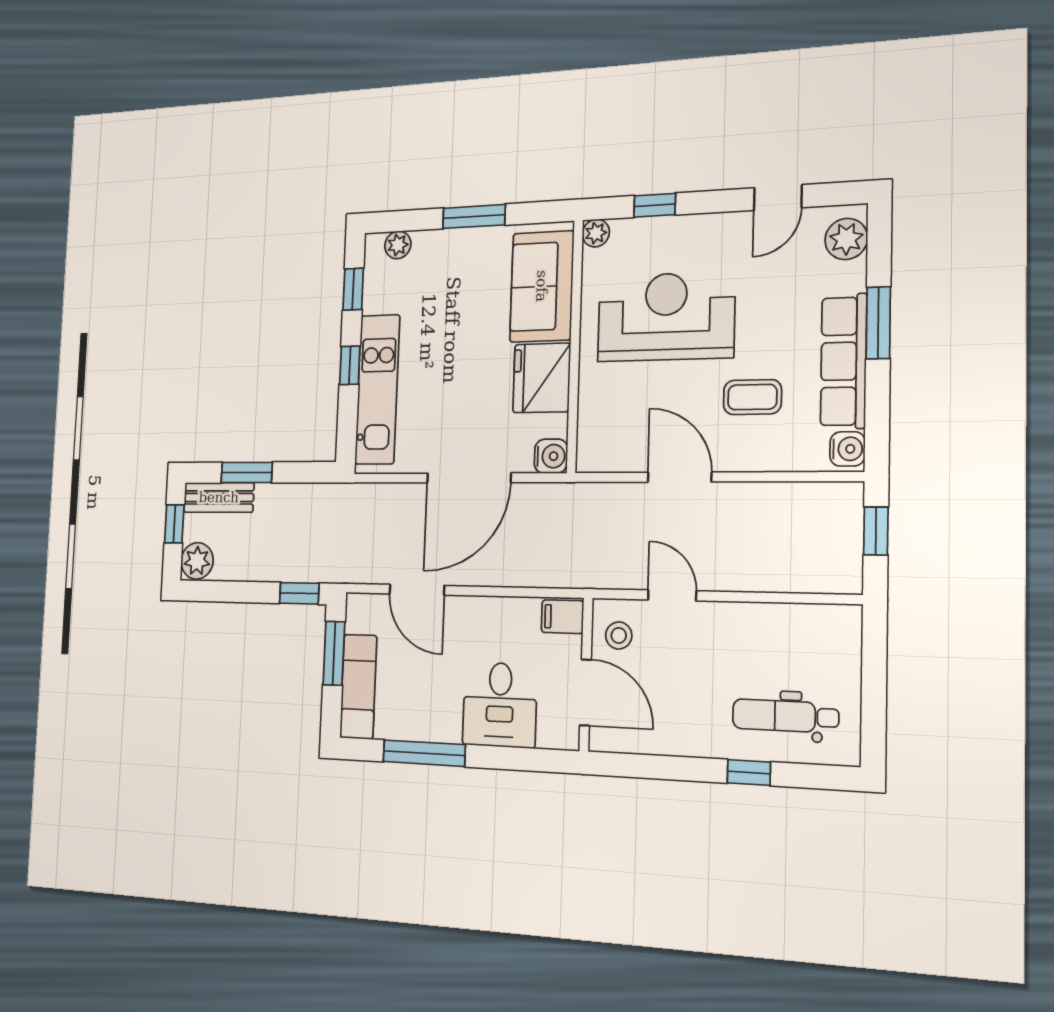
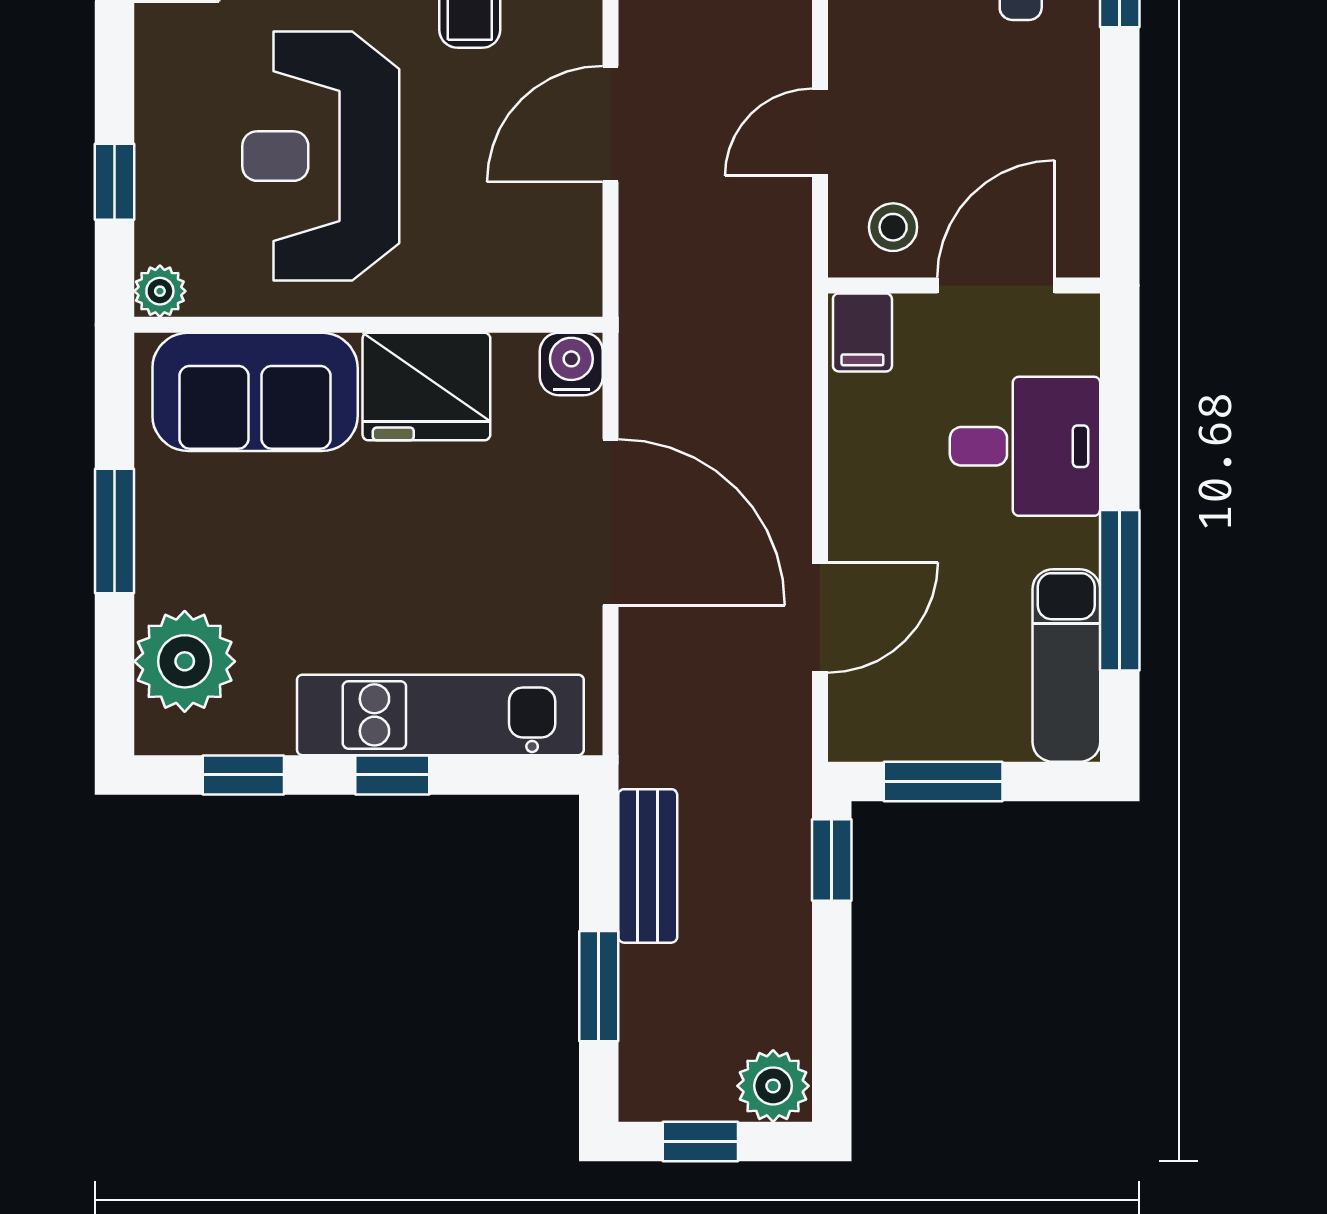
plant: (398, 245) -> (185, 661), width x1.88, depth x1.88
bench: (219, 497) -> (648, 866), moved
exam couch: (358, 687) -> (1066, 666), moved, turned -90

